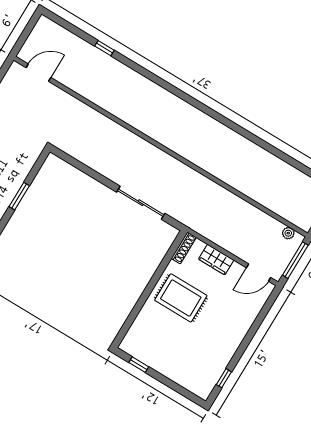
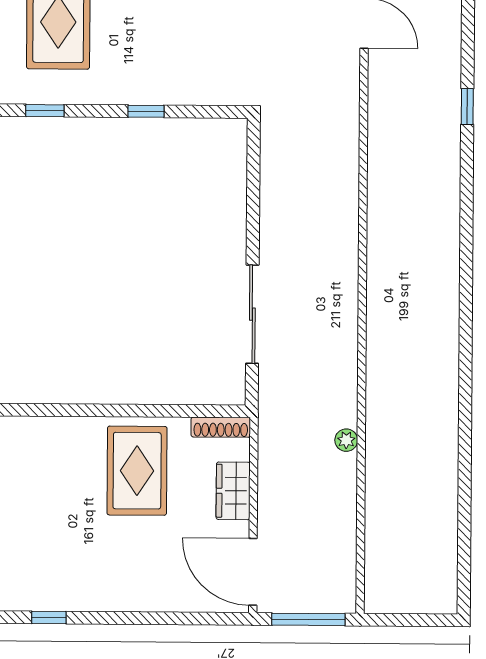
window: (19, 196) -> (146, 111), width x0.67
plant: (288, 233) -> (346, 440), moved
door: (259, 273) -> (253, 572), width x1.36

